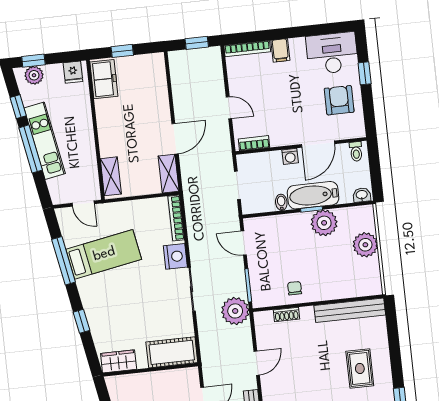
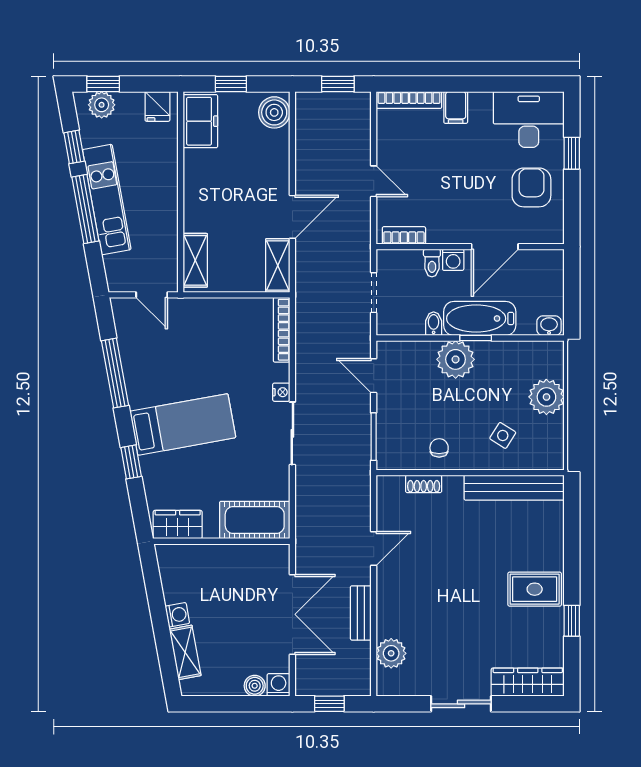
boiler: (155, 67) -> (274, 112), added
toilet: (356, 151) -> (432, 263), moved
plant: (324, 223) -> (456, 359), moved
bed: (104, 254) -> (183, 424), moved
nightstand: (175, 256) -> (281, 392), width x0.53, depth x0.56
side table: (338, 275) -> (503, 435), added
plant: (235, 311) -> (351, 471), removed
rug: (360, 368) -> (535, 589), moved, turned 90

